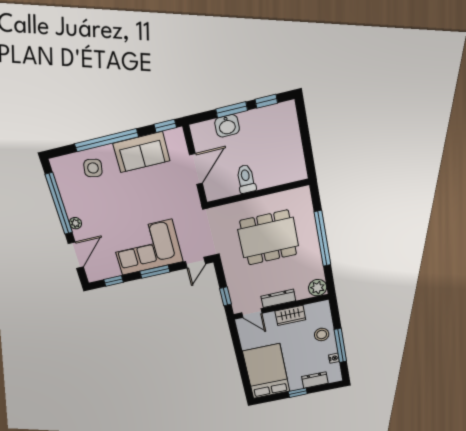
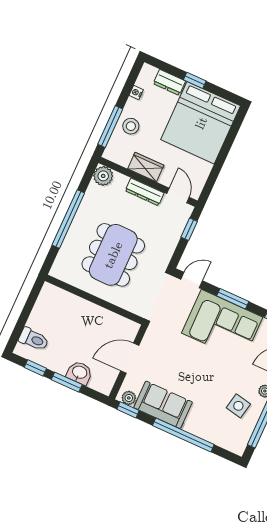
plant: (172, 136) -> (129, 398), added
side table: (93, 168) -> (238, 406), moved
toilet: (246, 179) -> (34, 339), moved, turned -90
dining table: (268, 238) -> (113, 255), turned 90
window: (340, 345) -> (110, 127), moved
bed: (266, 371) -> (201, 123), width x1.36

